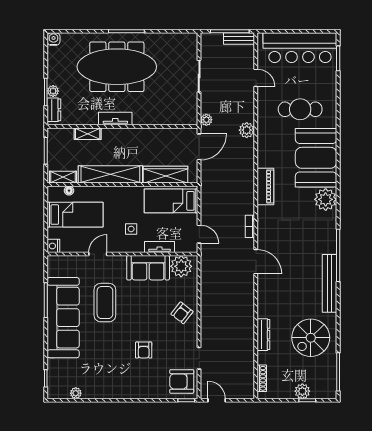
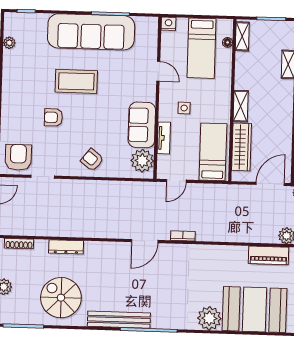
door: (199, 147) -> (270, 184), swing flipped
shelving: (110, 174) -> (241, 106), width x0.45, depth x0.75
piano: (265, 186) -> (269, 255), moved
coffee table: (105, 303) -> (76, 81), moved

